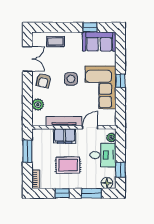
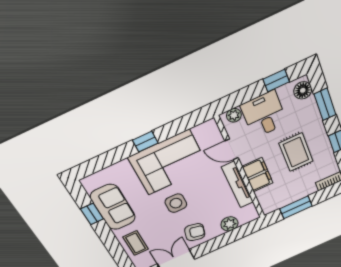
sofa: (99, 41) -> (113, 207), moved

